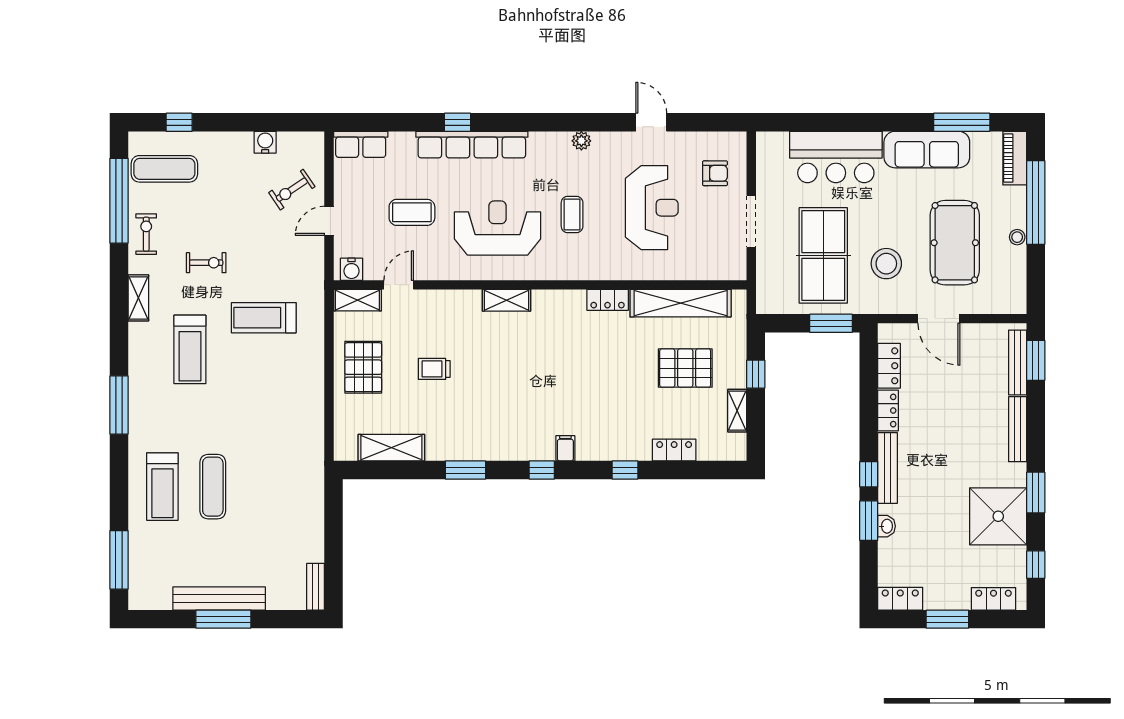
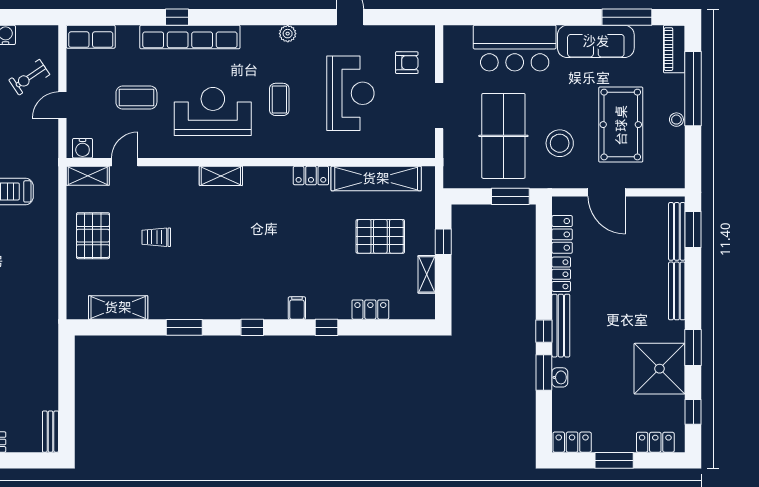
filing cabinet: (565, 448) -> (297, 308), moved

